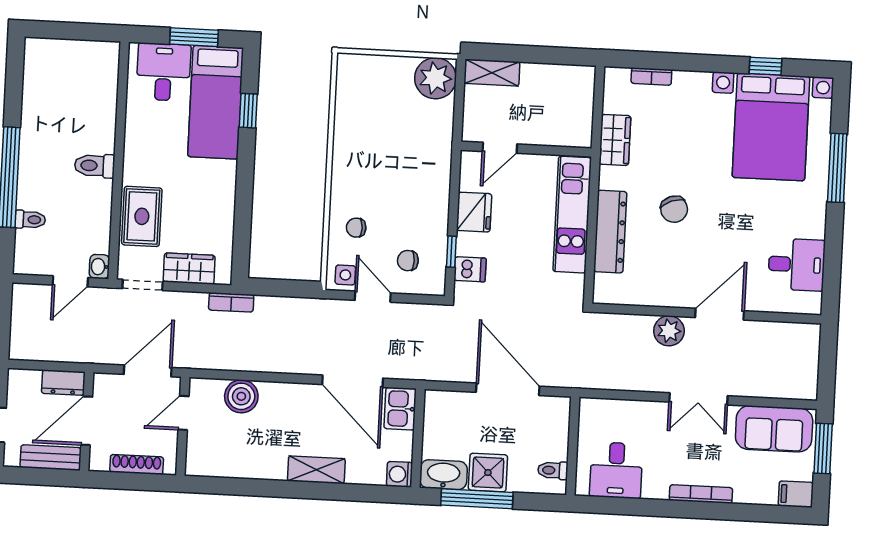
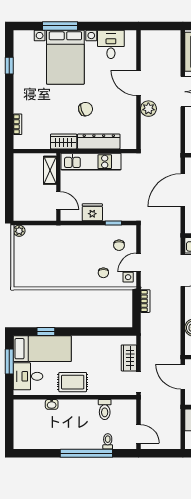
shelving: (492, 73) -> (50, 170), moved
plant: (435, 78) -> (19, 231), width x0.53, depth x0.53
bed with nightstands: (771, 127) -> (65, 57), moved, turned 90
wardrobe: (615, 140) -> (64, 141), moved
toilet: (95, 166) -> (105, 409), moved
rug: (142, 216) -> (73, 382), moved
washbasin: (99, 267) -> (52, 404), moved
dishwasher: (470, 269) -> (122, 213), removed
door: (70, 281) -> (139, 434), moved
bookcase: (231, 302) -> (145, 301), moved

